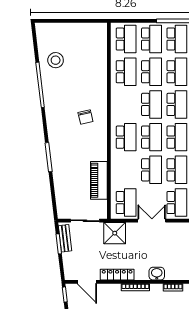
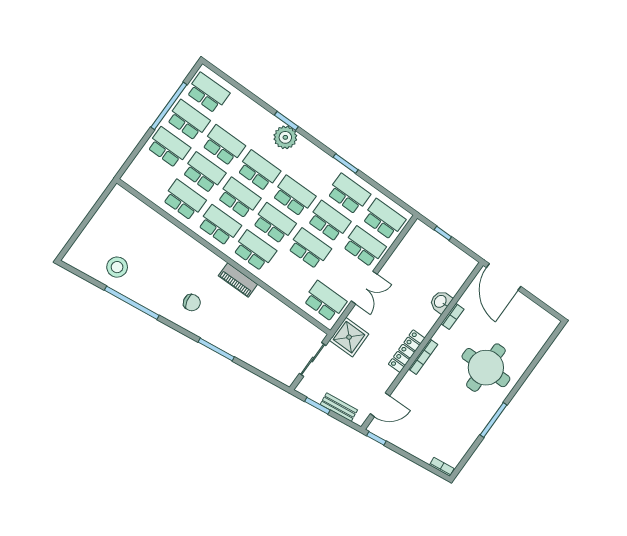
school desk: (126, 39) -> (219, 225), moved
chair: (85, 117) -> (192, 303), moved
piano: (99, 180) -> (238, 280), moved, width x0.73, depth x0.75
double door: (152, 221) -> (364, 288), swing flipped
bench: (65, 238) -> (339, 407), moved
washbasin: (157, 274) -> (441, 302), moved
locker: (117, 275) -> (407, 351), moved

